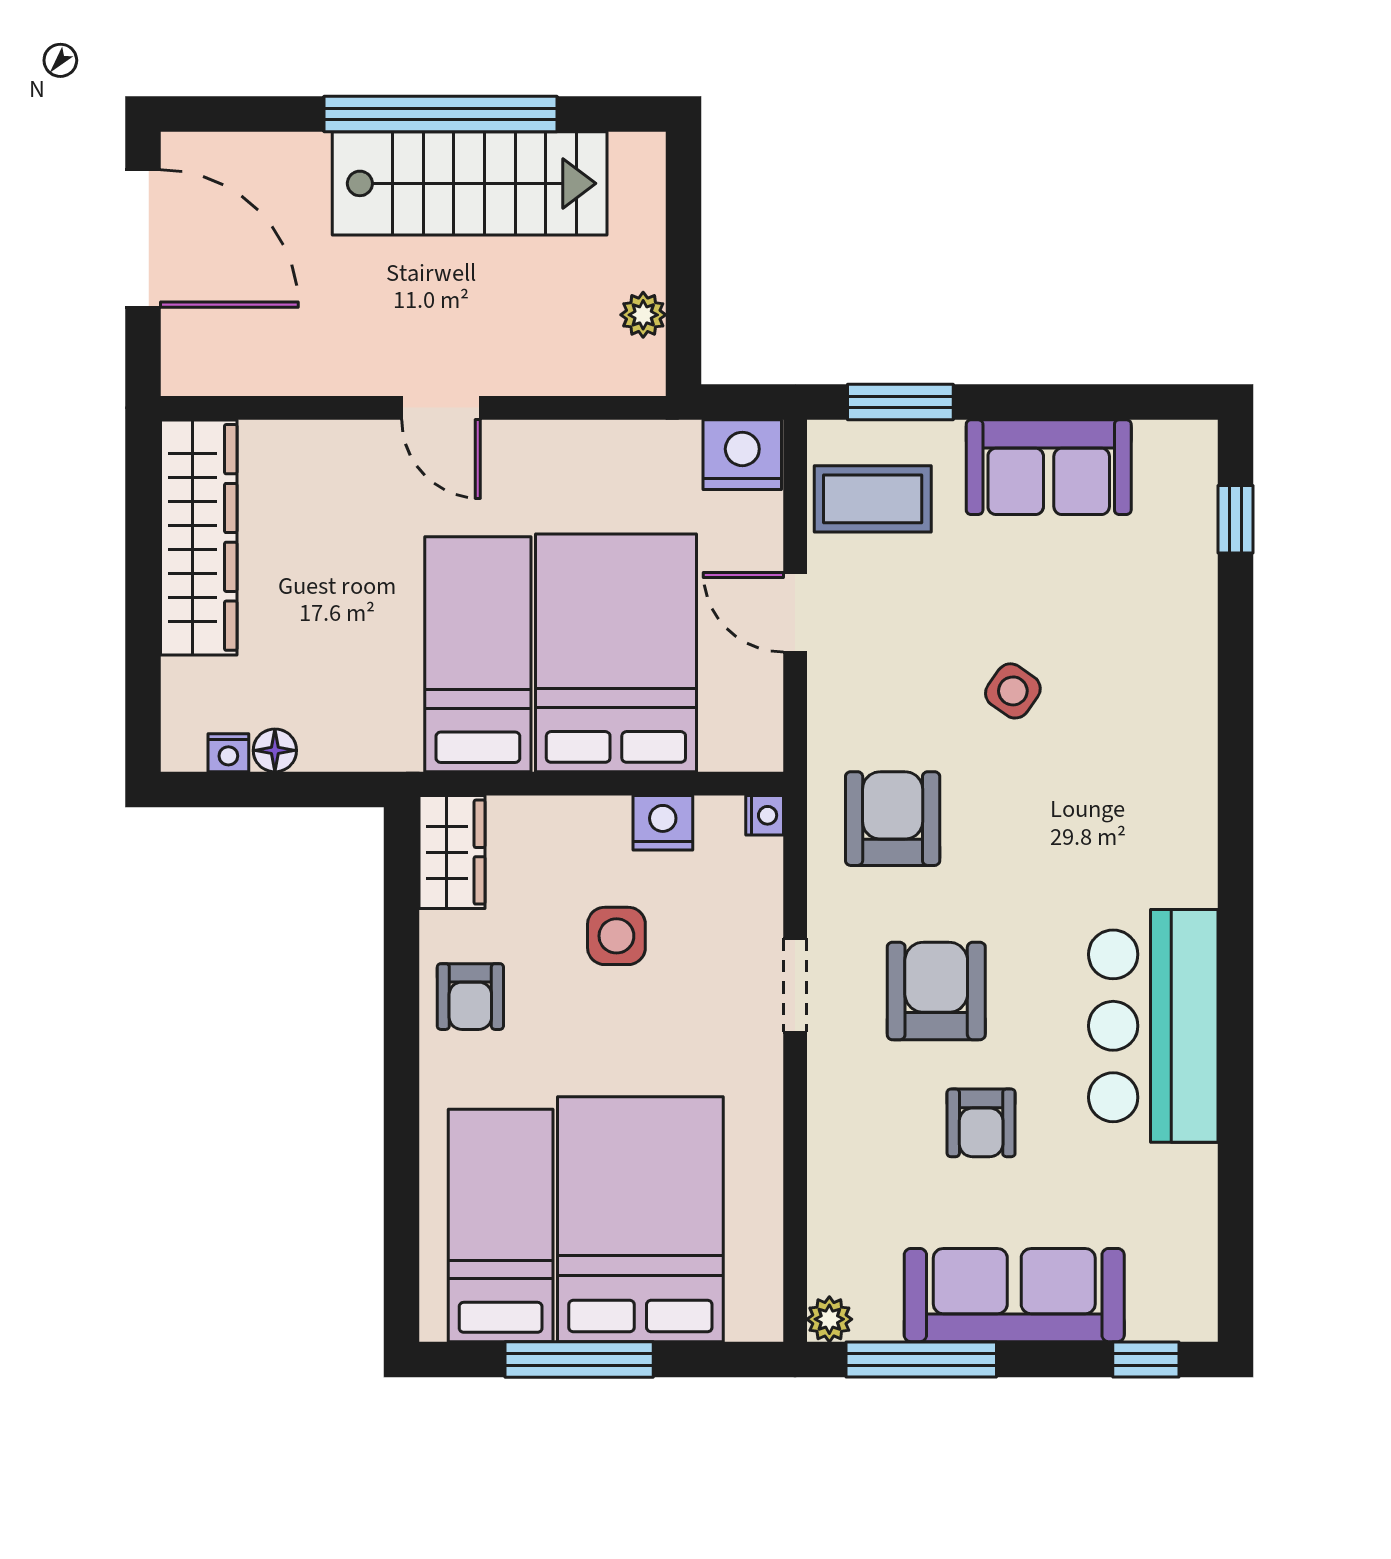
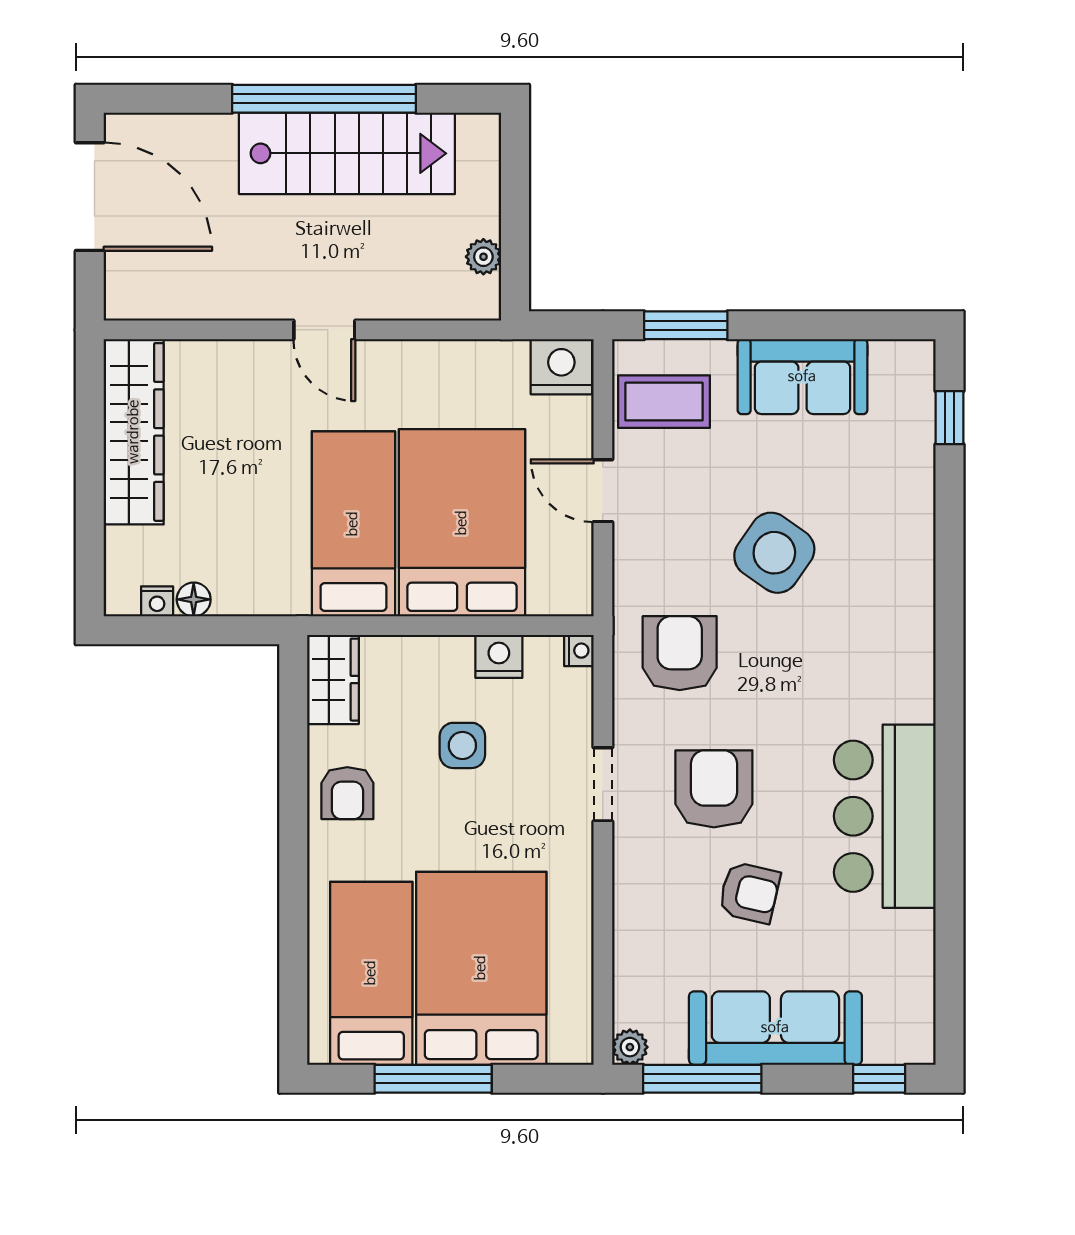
side table: (1013, 691) -> (774, 553), width x1.87, depth x1.87
armchair: (981, 1123) -> (749, 893), turned -77

